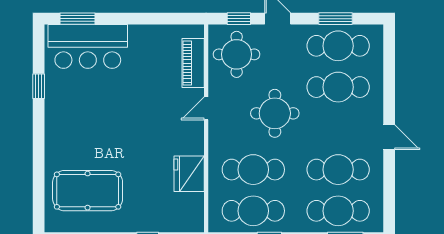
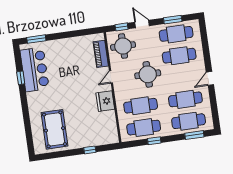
bar counter: (88, 46) -> (35, 69), moved, turned -90
door: (389, 137) -> (210, 78), swing flipped
fridge: (189, 174) -> (105, 101), moved
pool table: (88, 191) -> (55, 129), turned 90

